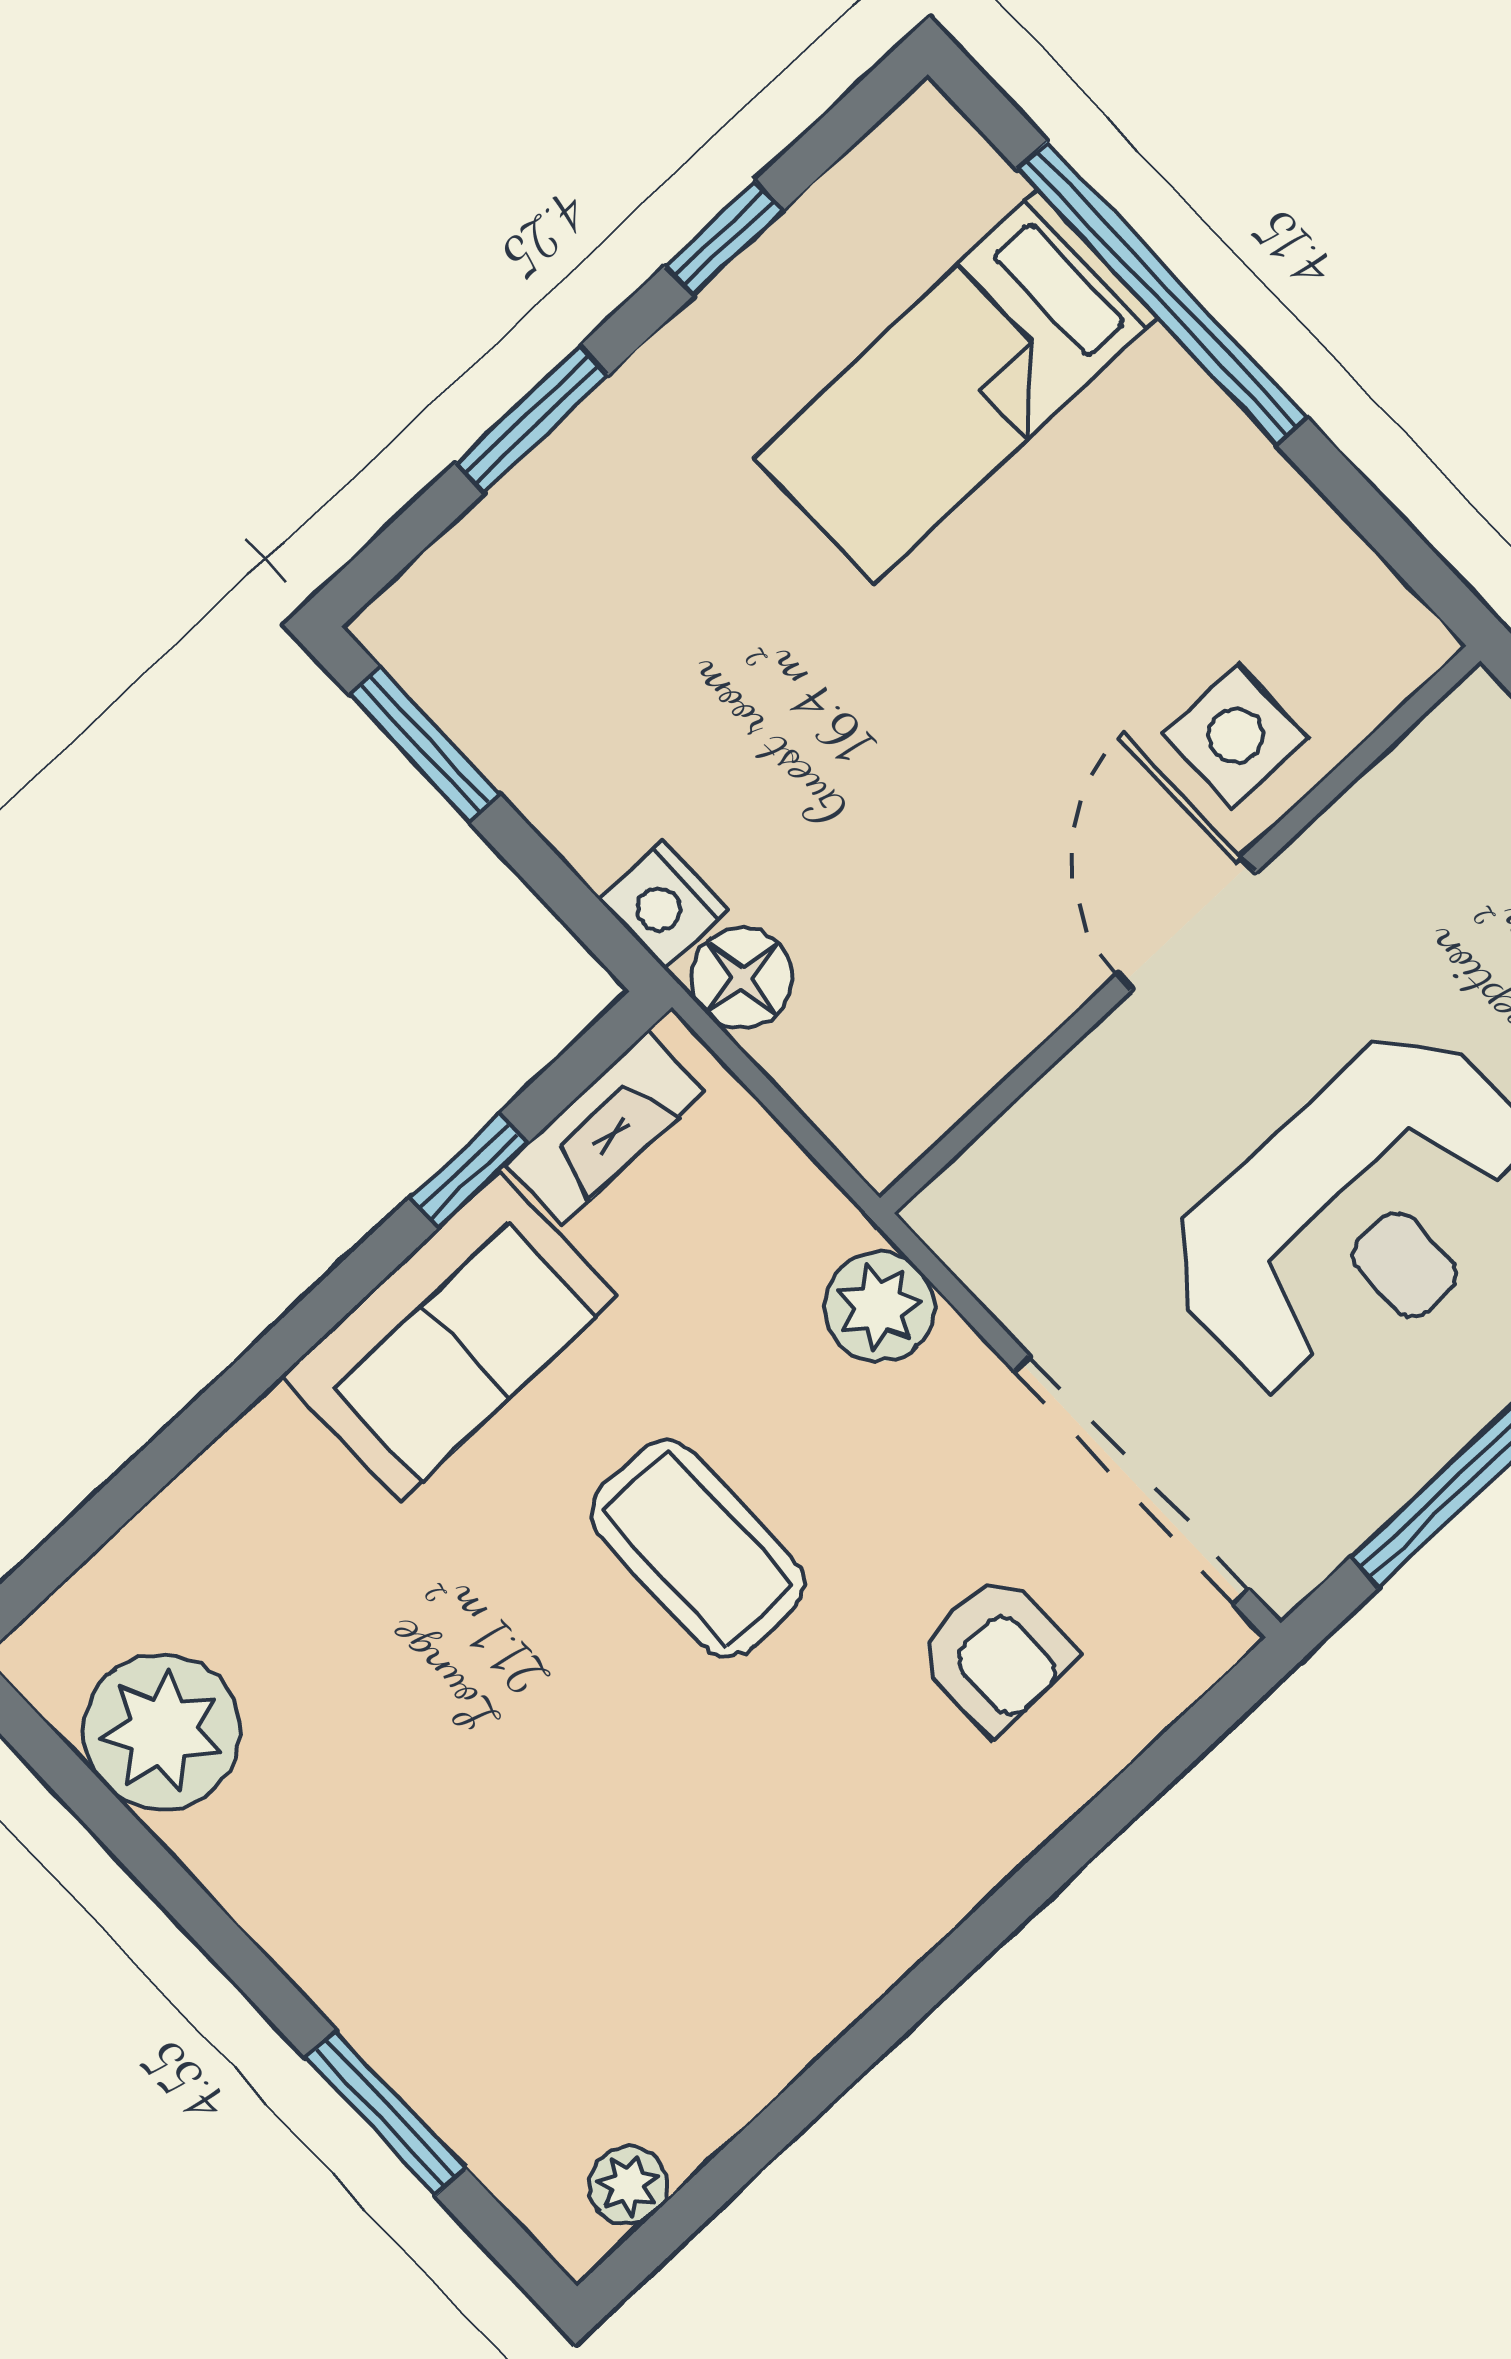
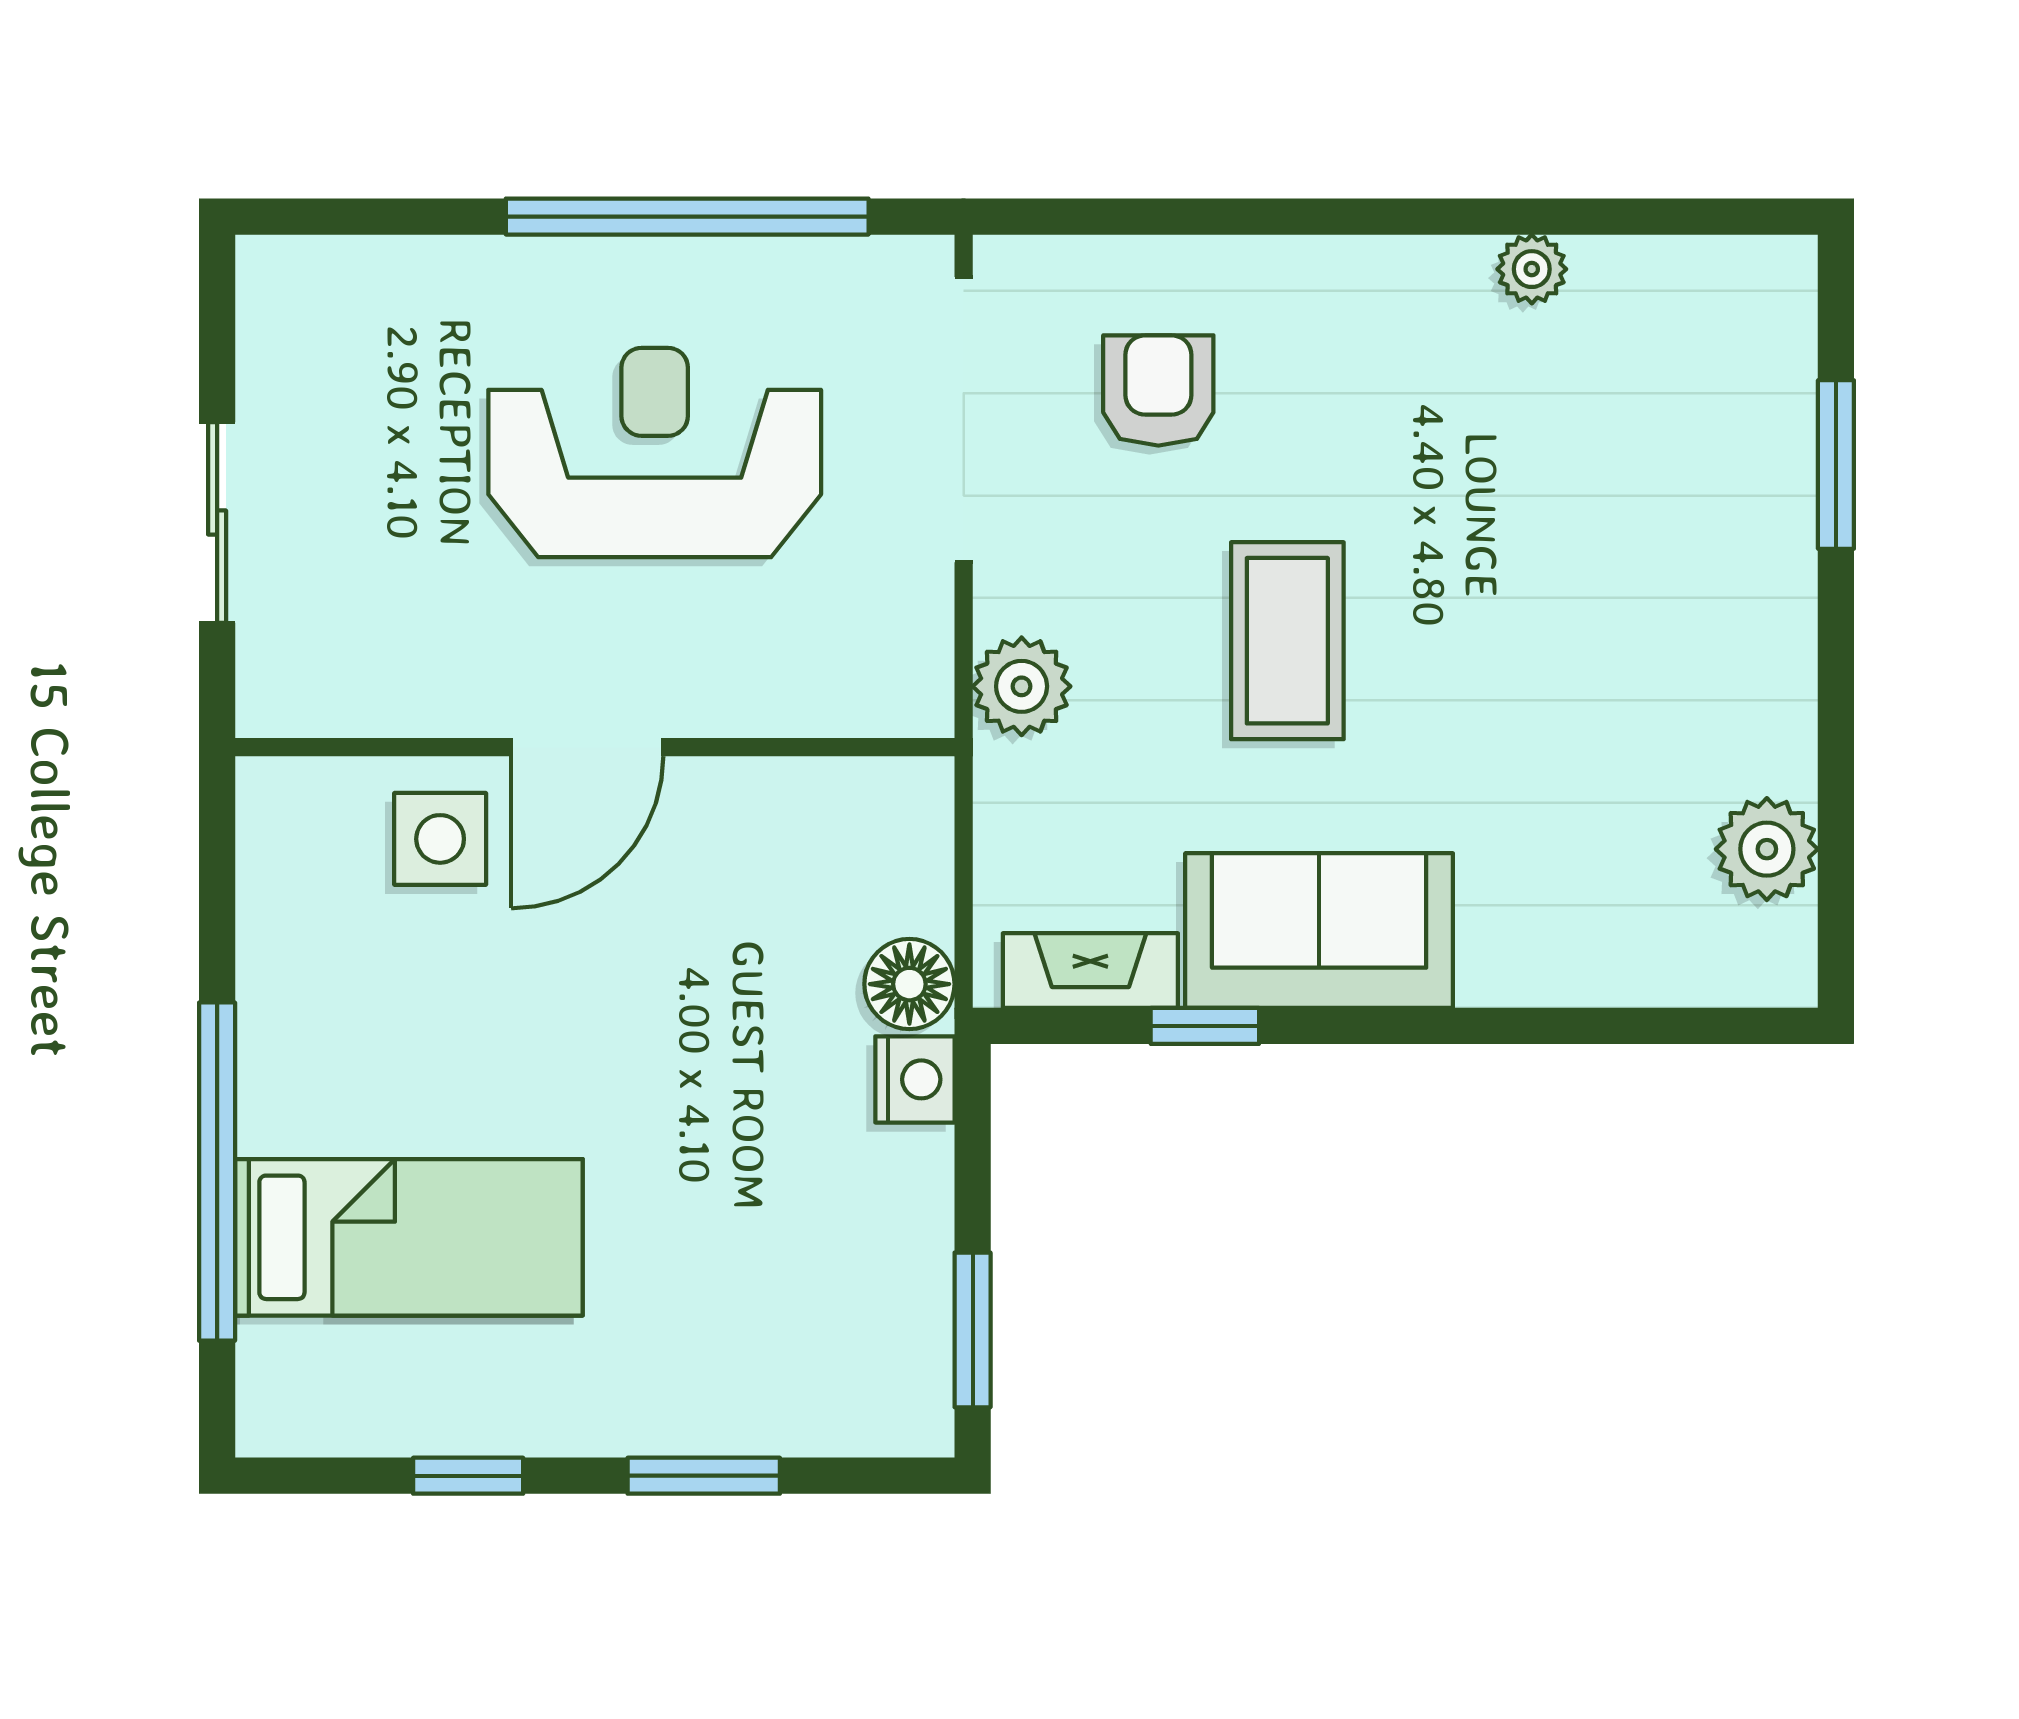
plant: (162, 1732) -> (1767, 849), width x0.73, depth x0.73
plant: (628, 2185) -> (1532, 269), moved

